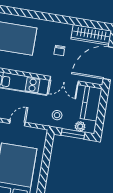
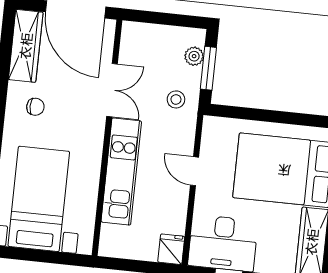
chair: (59, 51) -> (35, 107), moved
kitchen counter: (91, 103) -> (151, 39), removed

